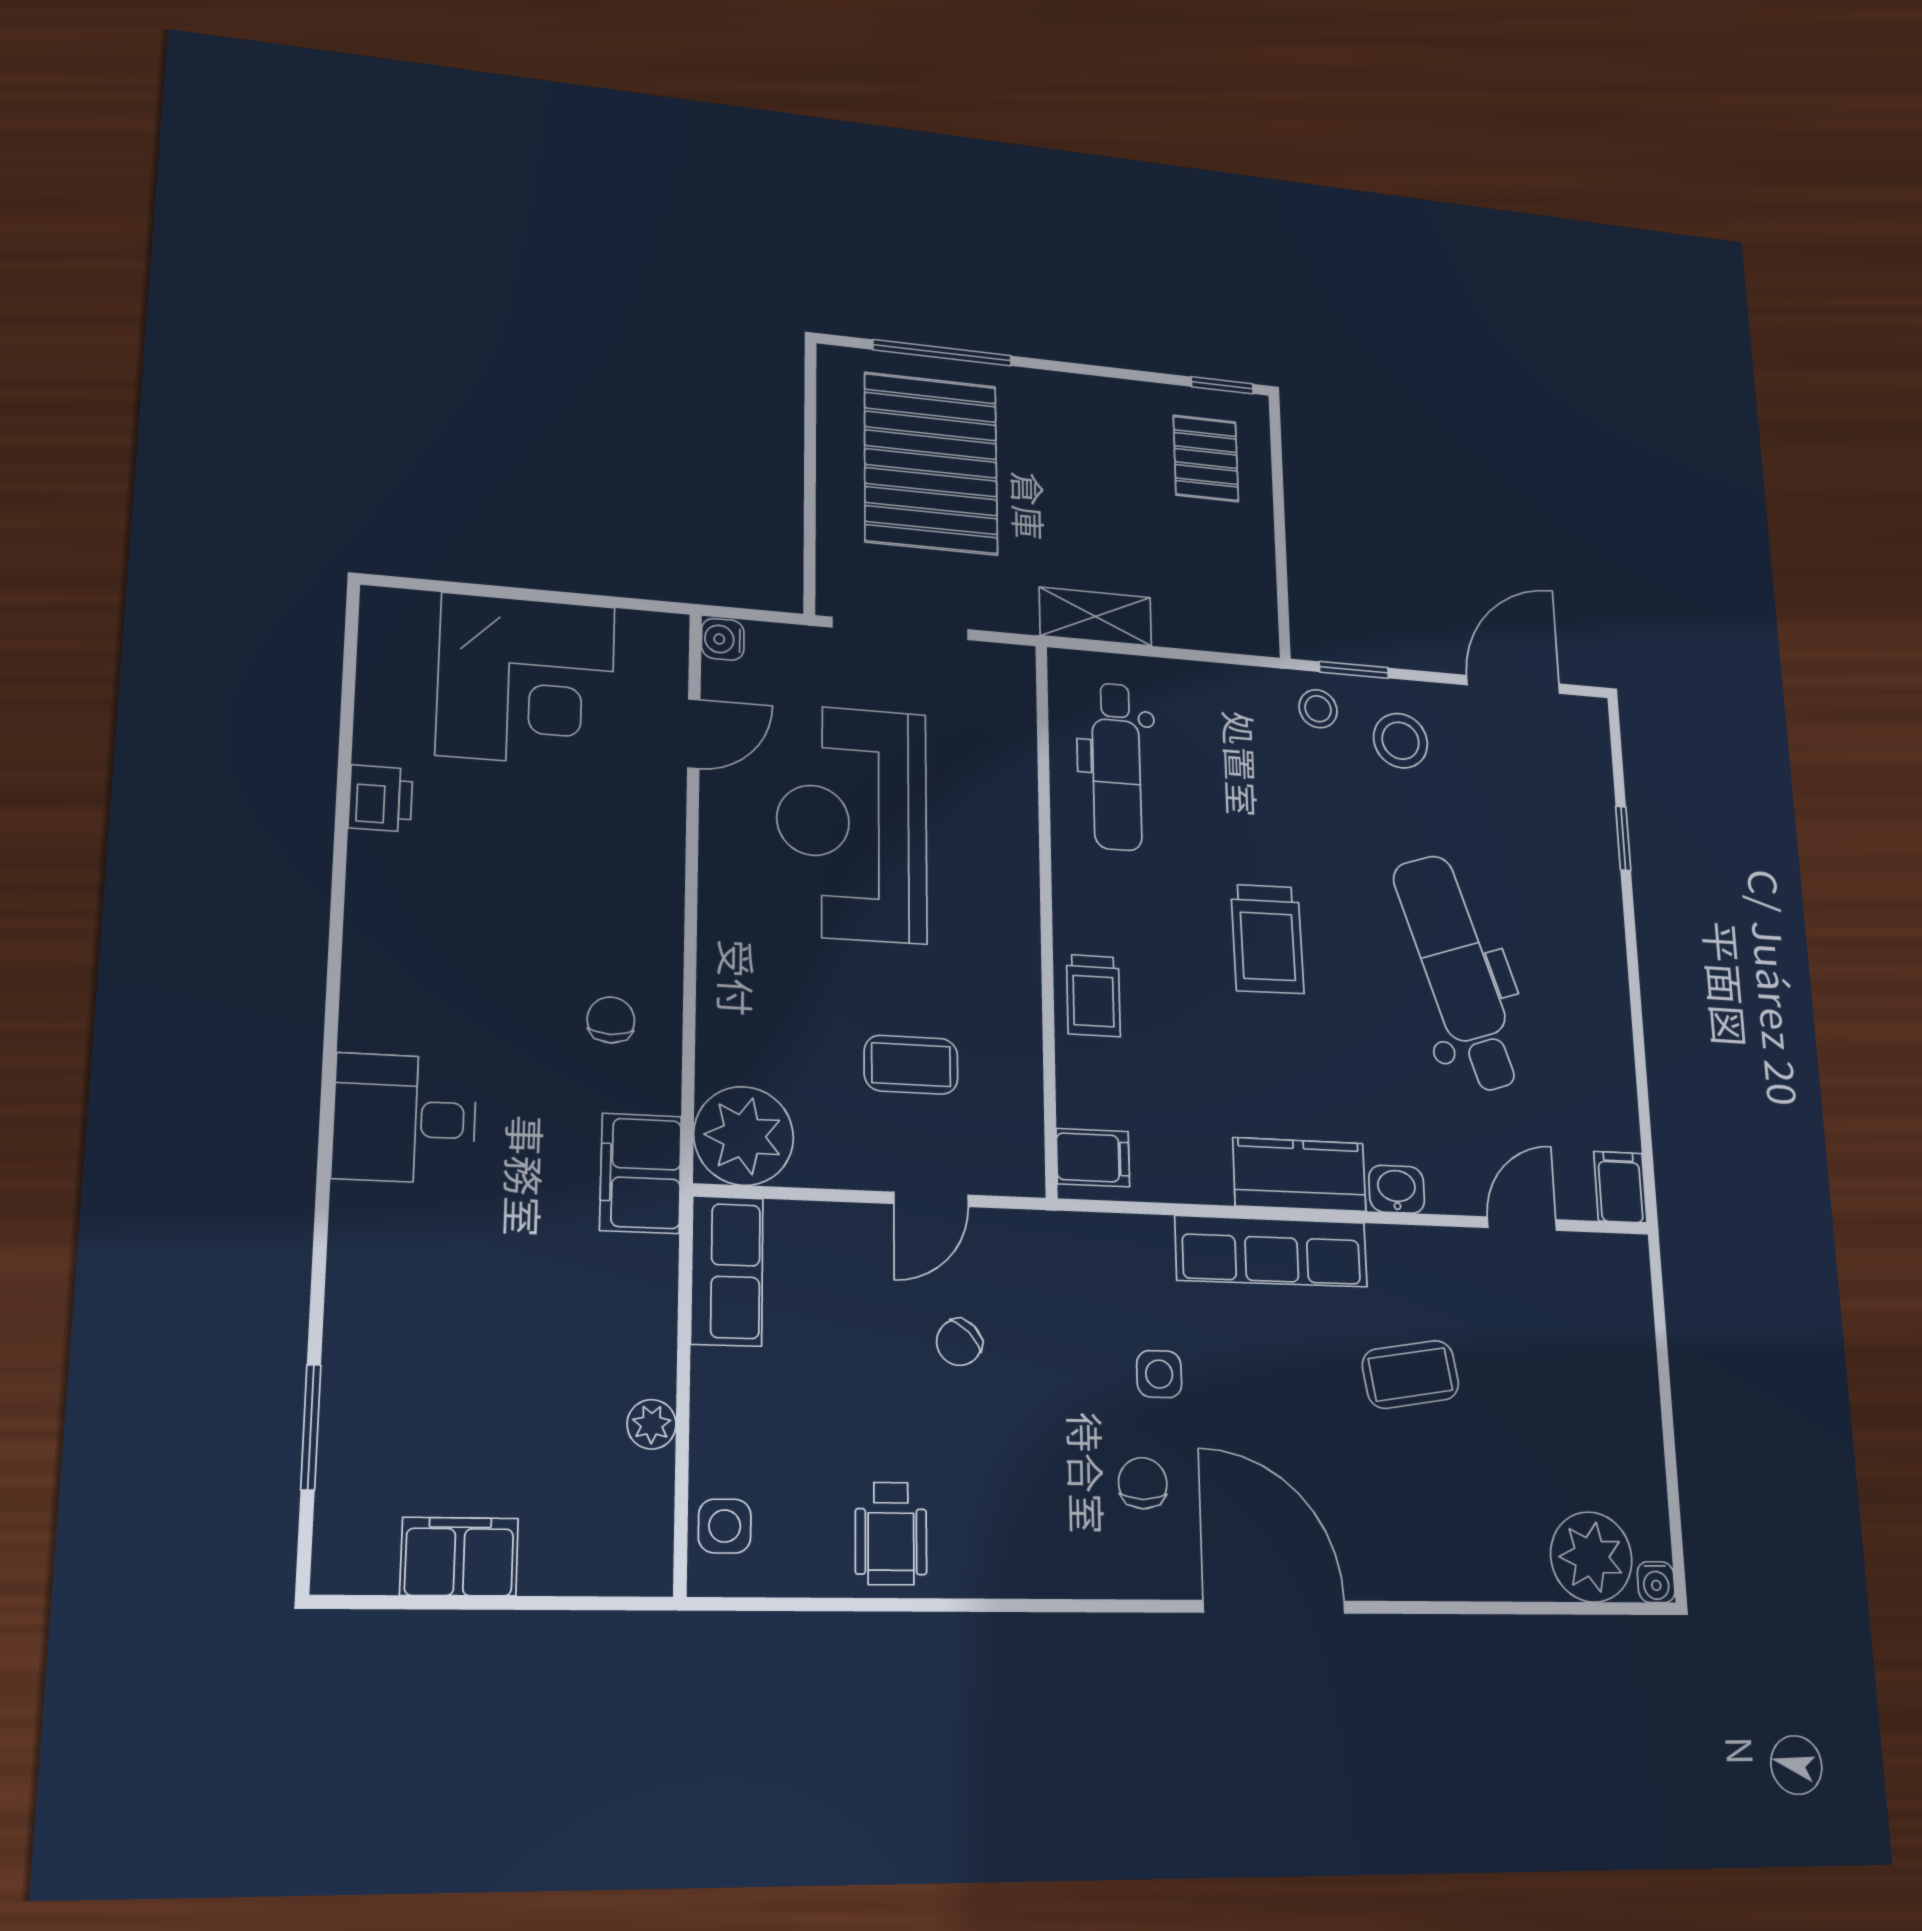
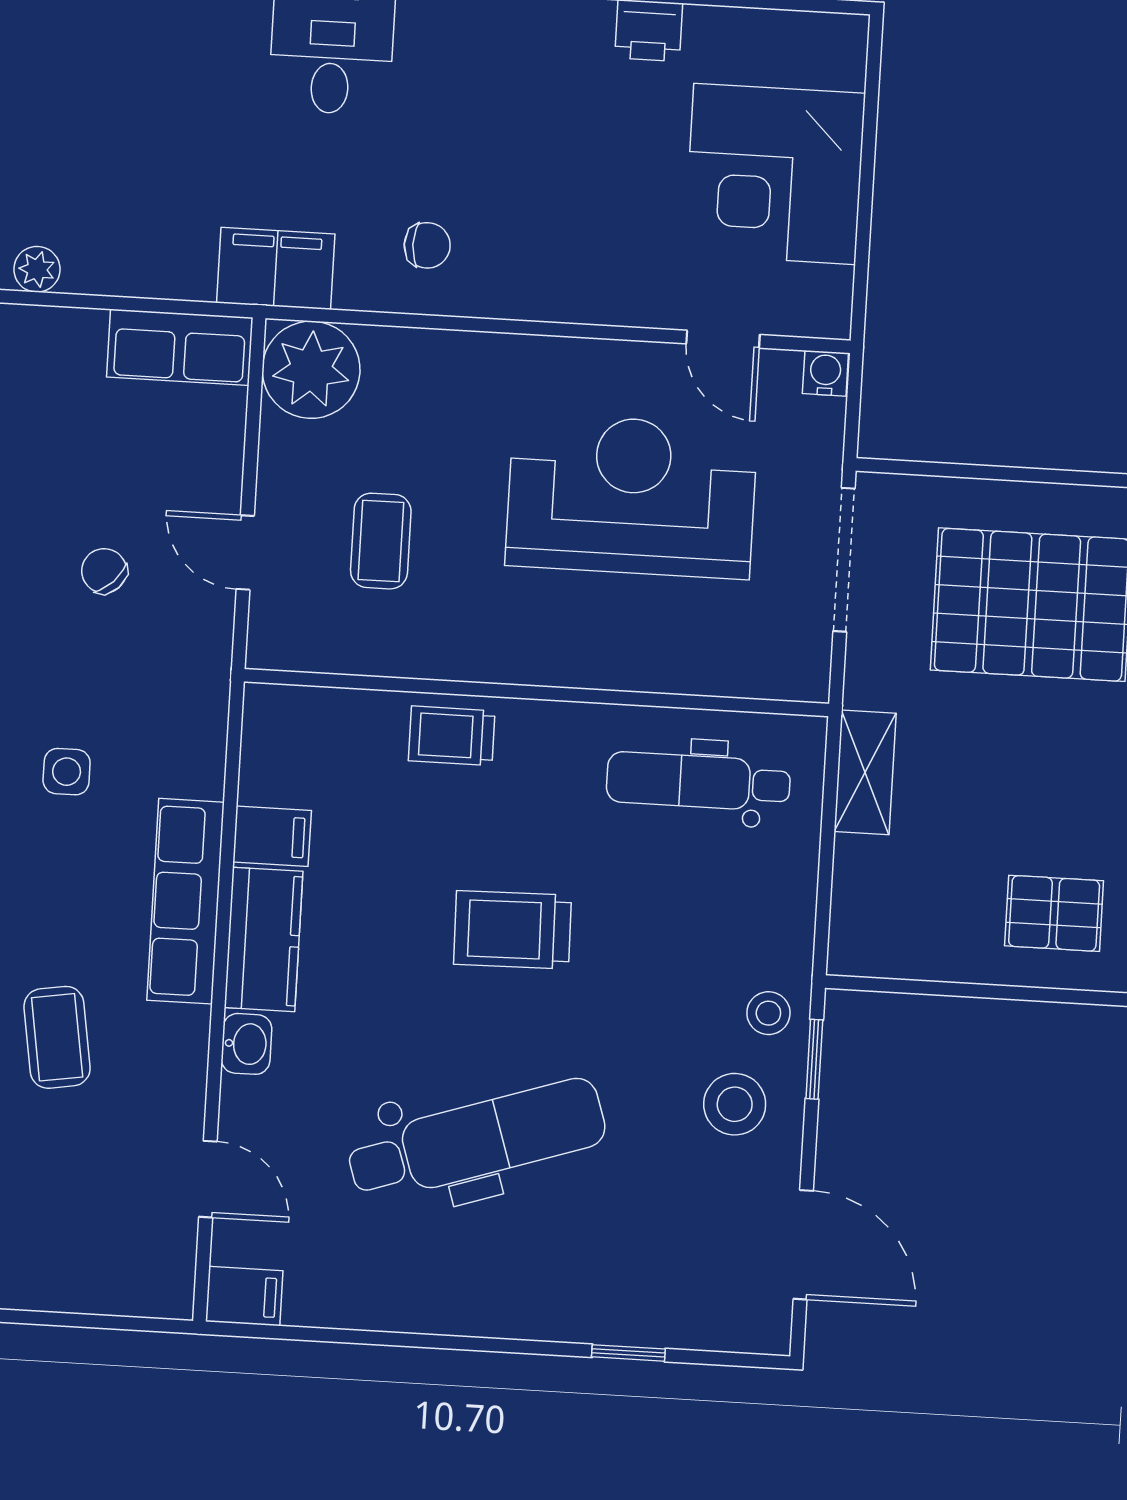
filing cabinet: (1093, 1158) -> (272, 836), moved, turned -90

